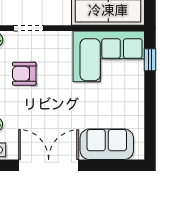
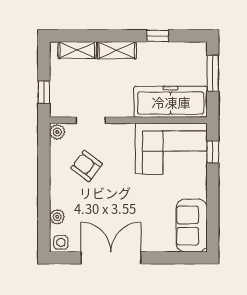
armchair: (24, 74) -> (87, 166), turned 37
sofa: (107, 144) -> (192, 226), moved, turned -90

